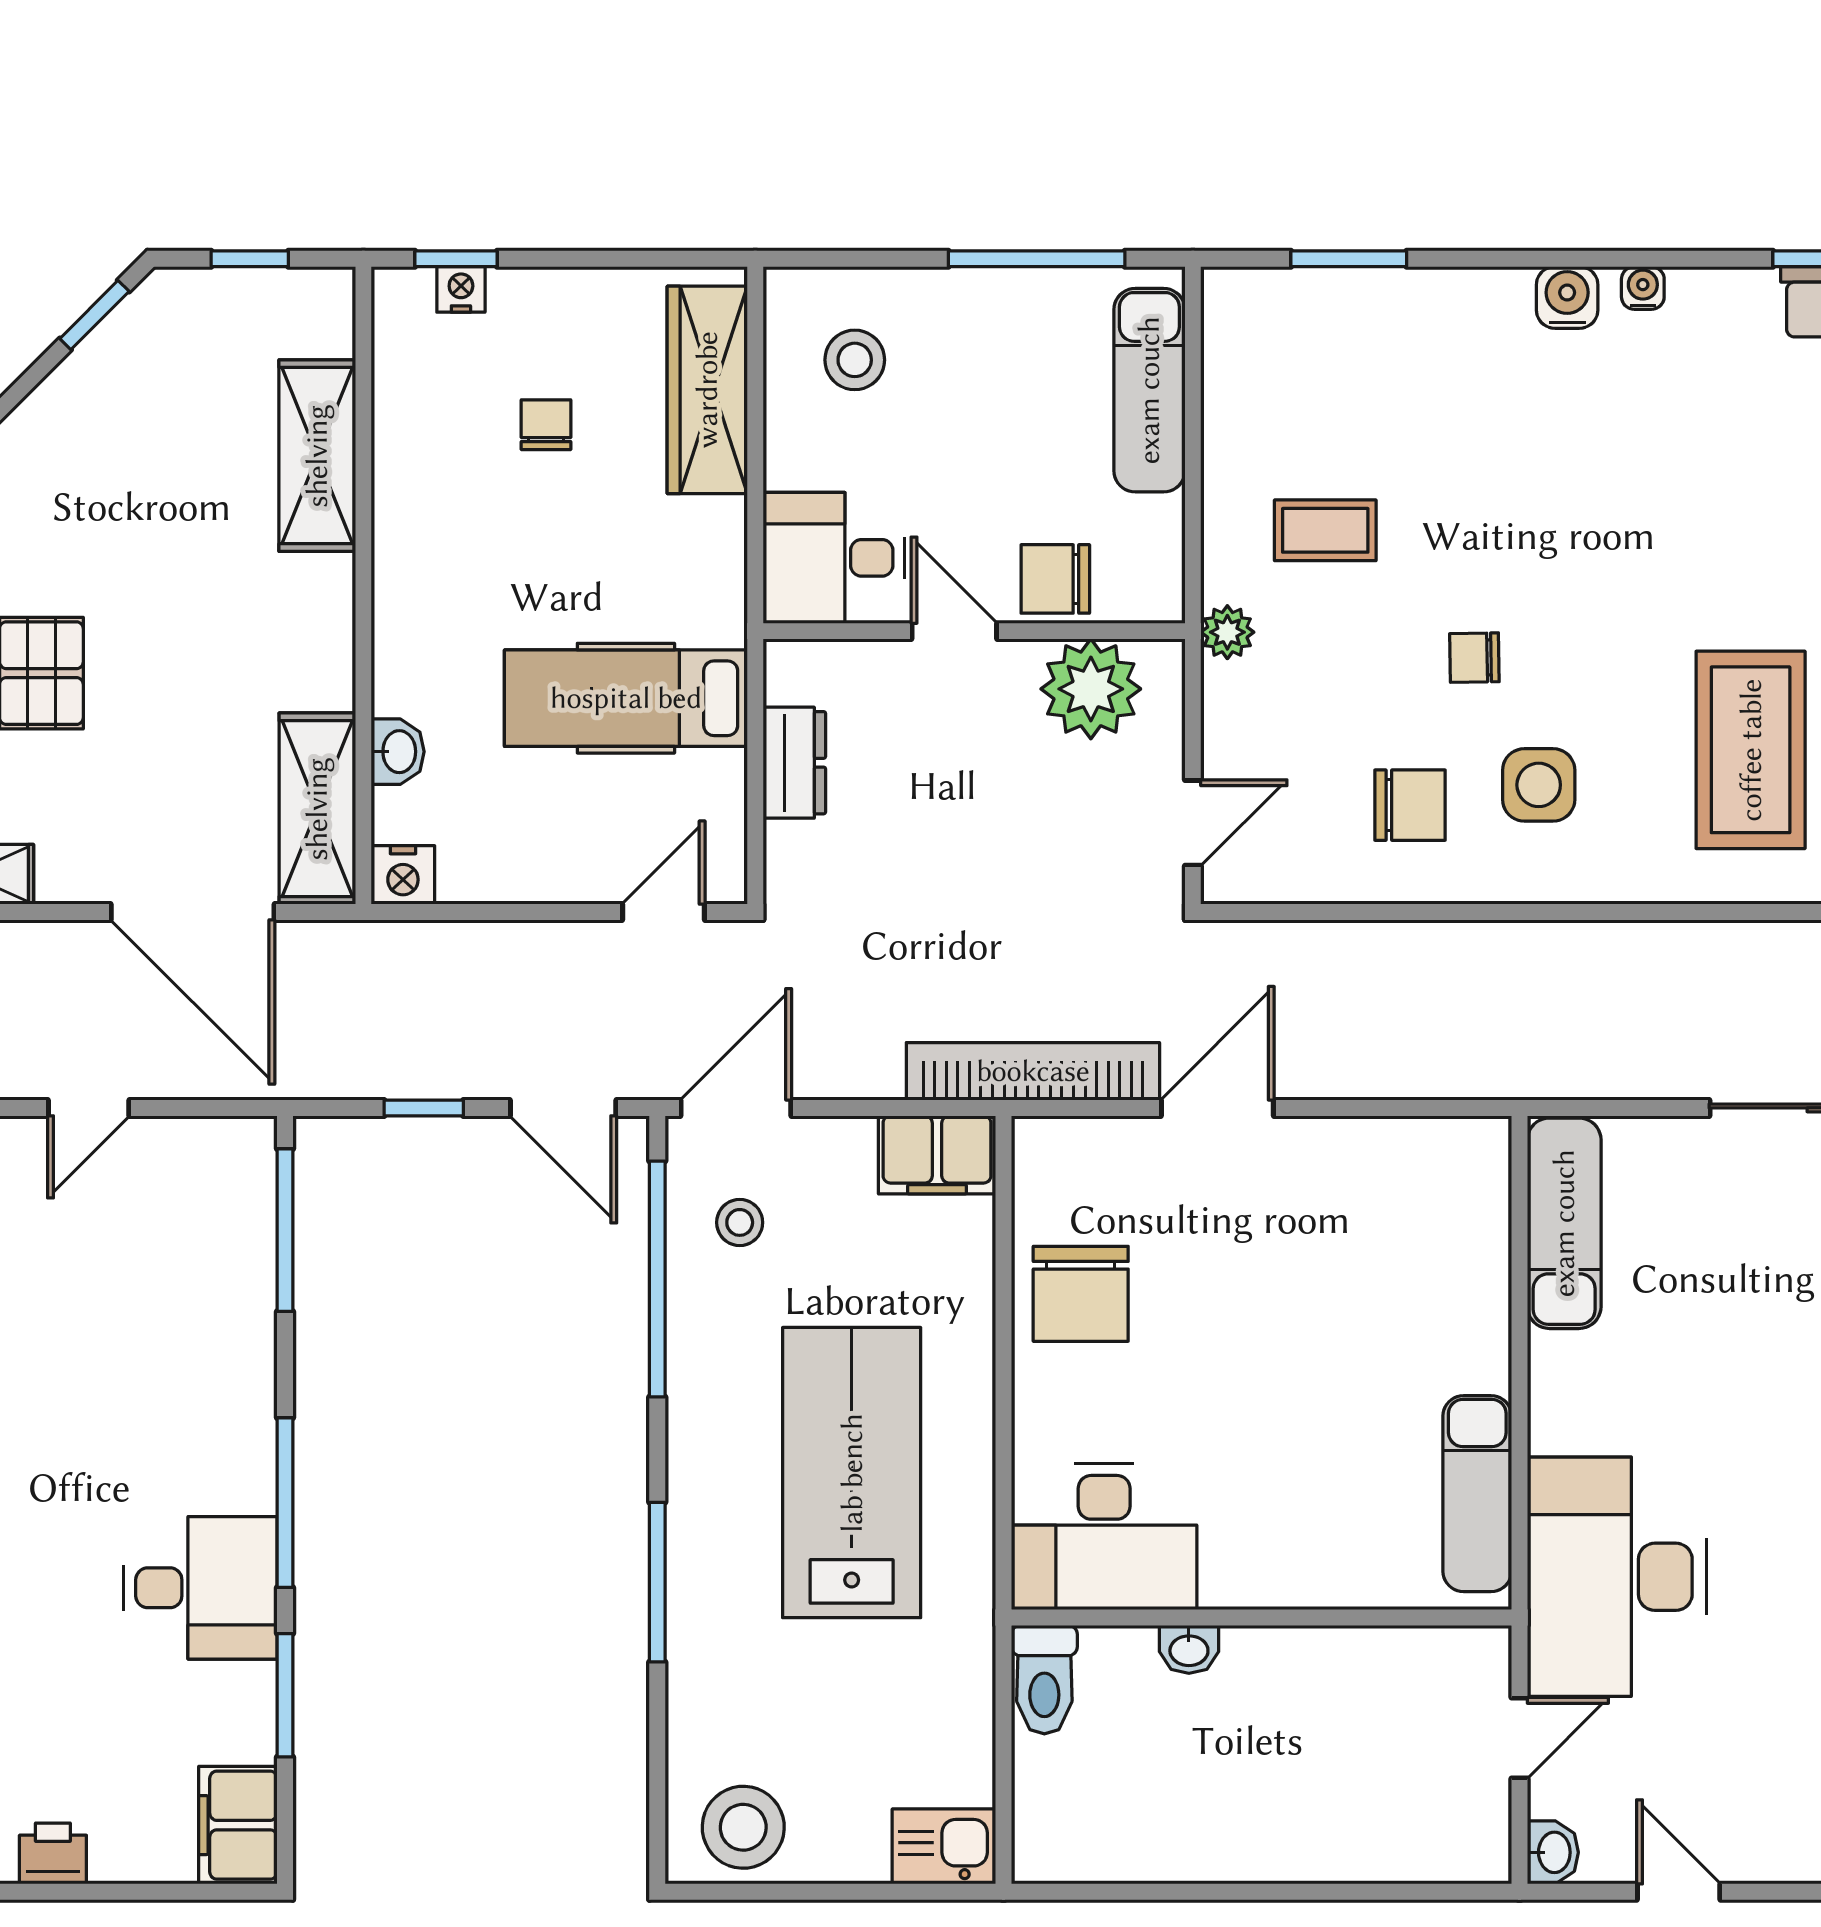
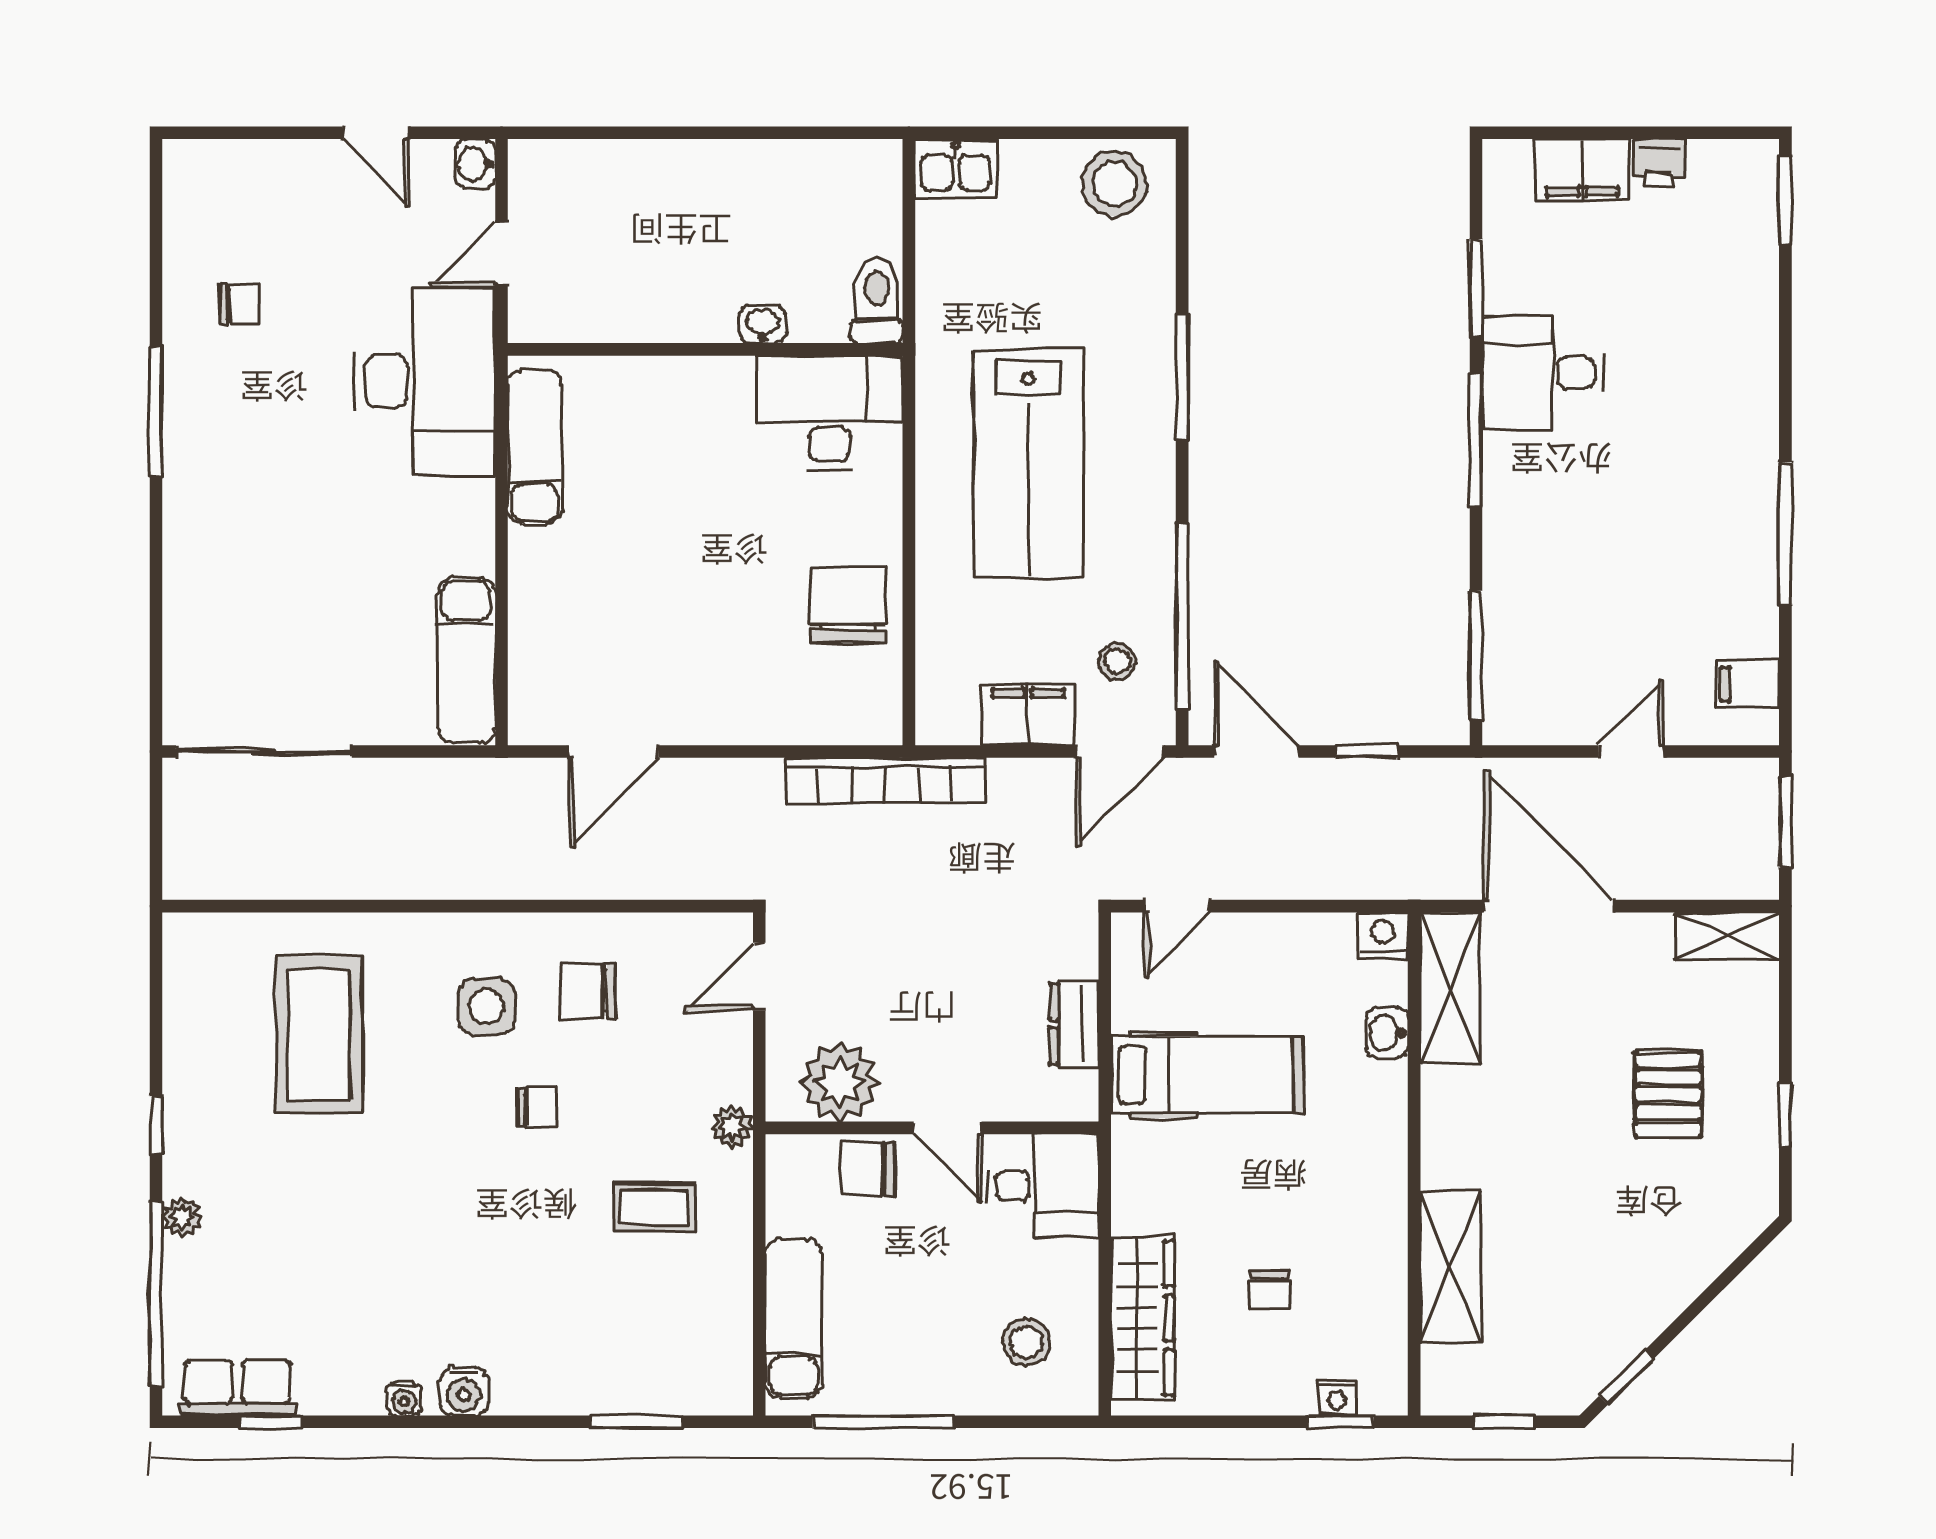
chair: (1055, 579) -> (868, 1169), turned 180
door: (1217, 1108) -> (614, 752), moved
filing cabinet: (937, 1155) -> (1028, 714), moved
filing cabinet: (238, 1825) -> (1582, 170), moved, turned 90

